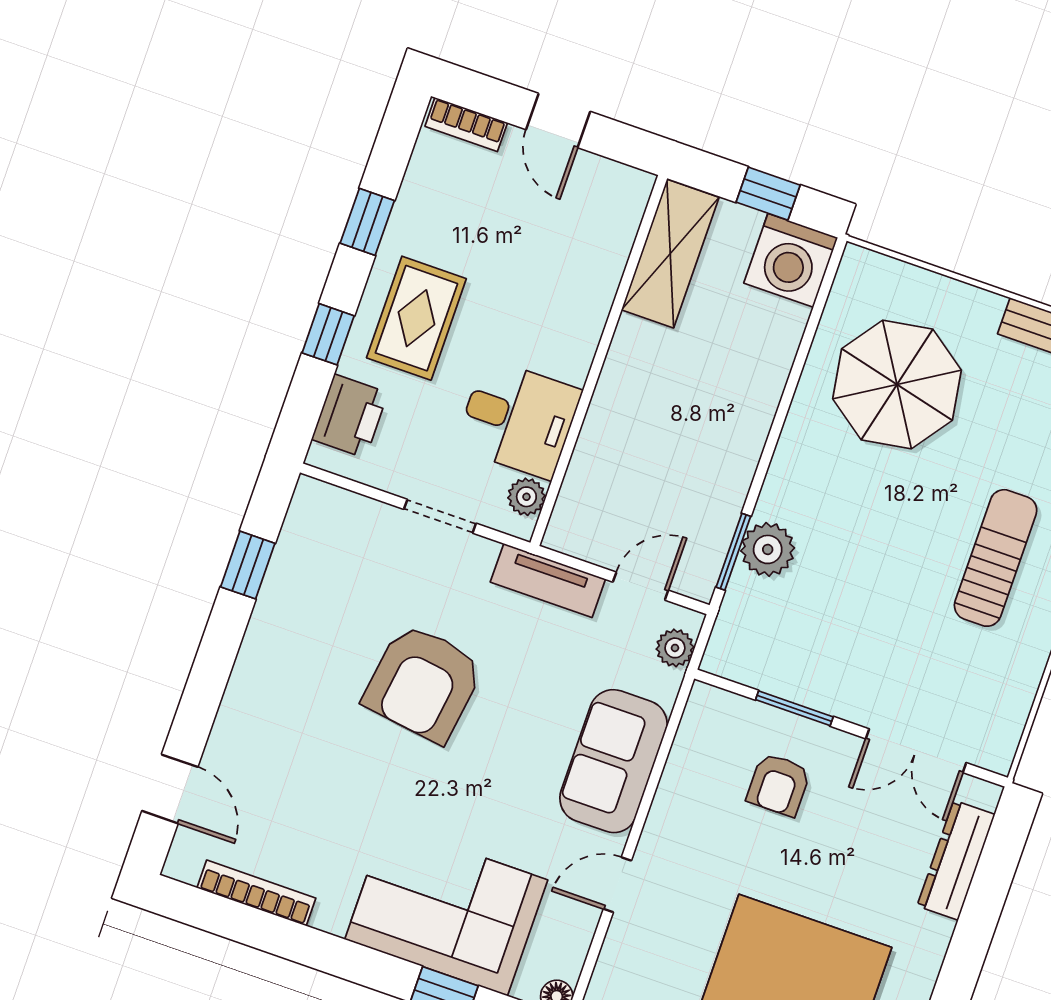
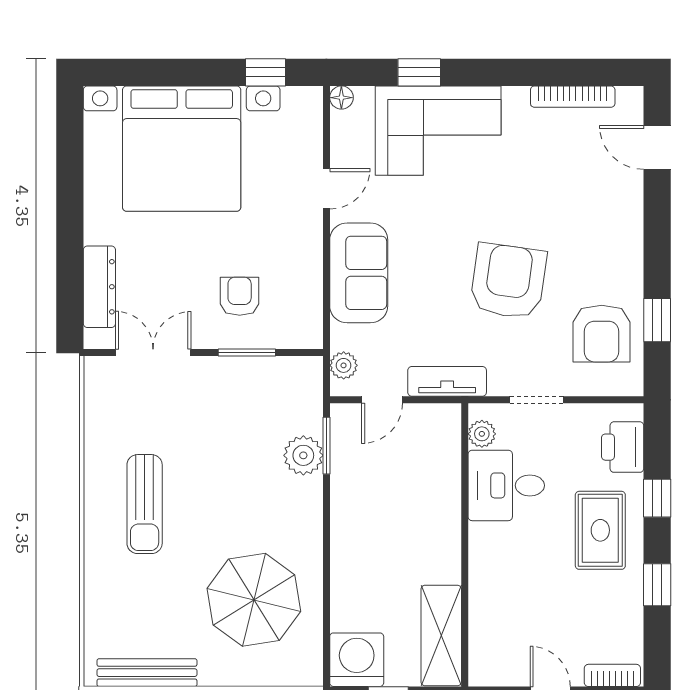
armchair: (326, 573) -> (602, 334), added

